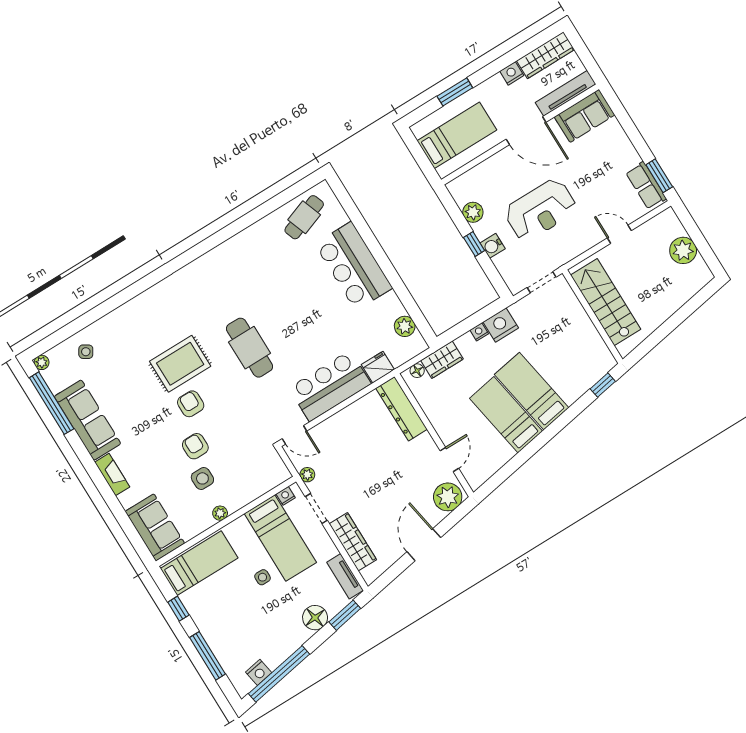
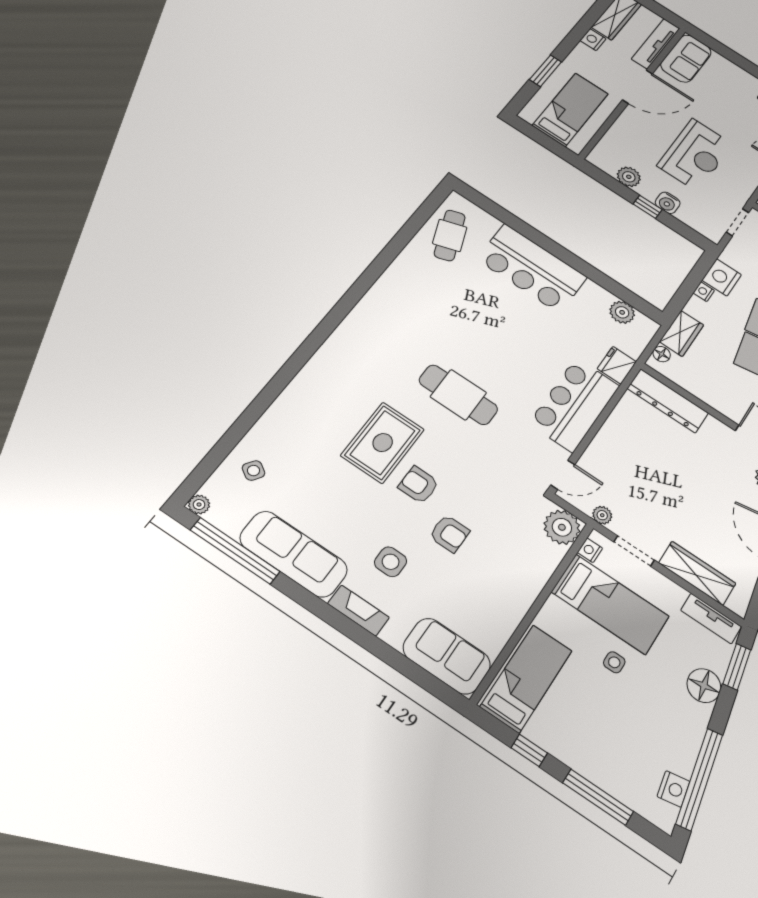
armchair: (195, 446) -> (449, 534), turned 180
side table: (202, 478) -> (391, 562), moved
plant: (220, 513) -> (562, 527), moved, width x1.87, depth x1.87

